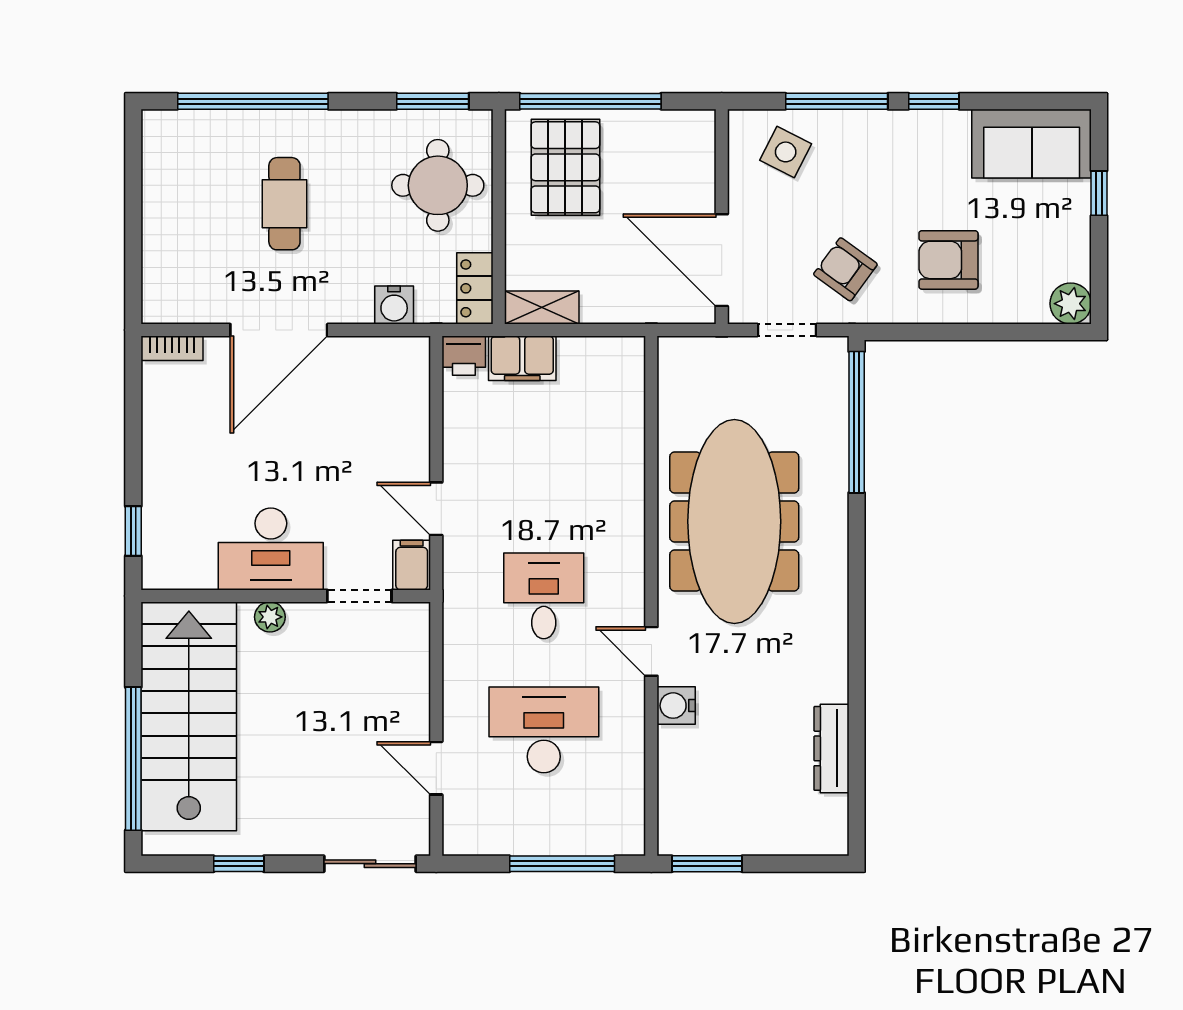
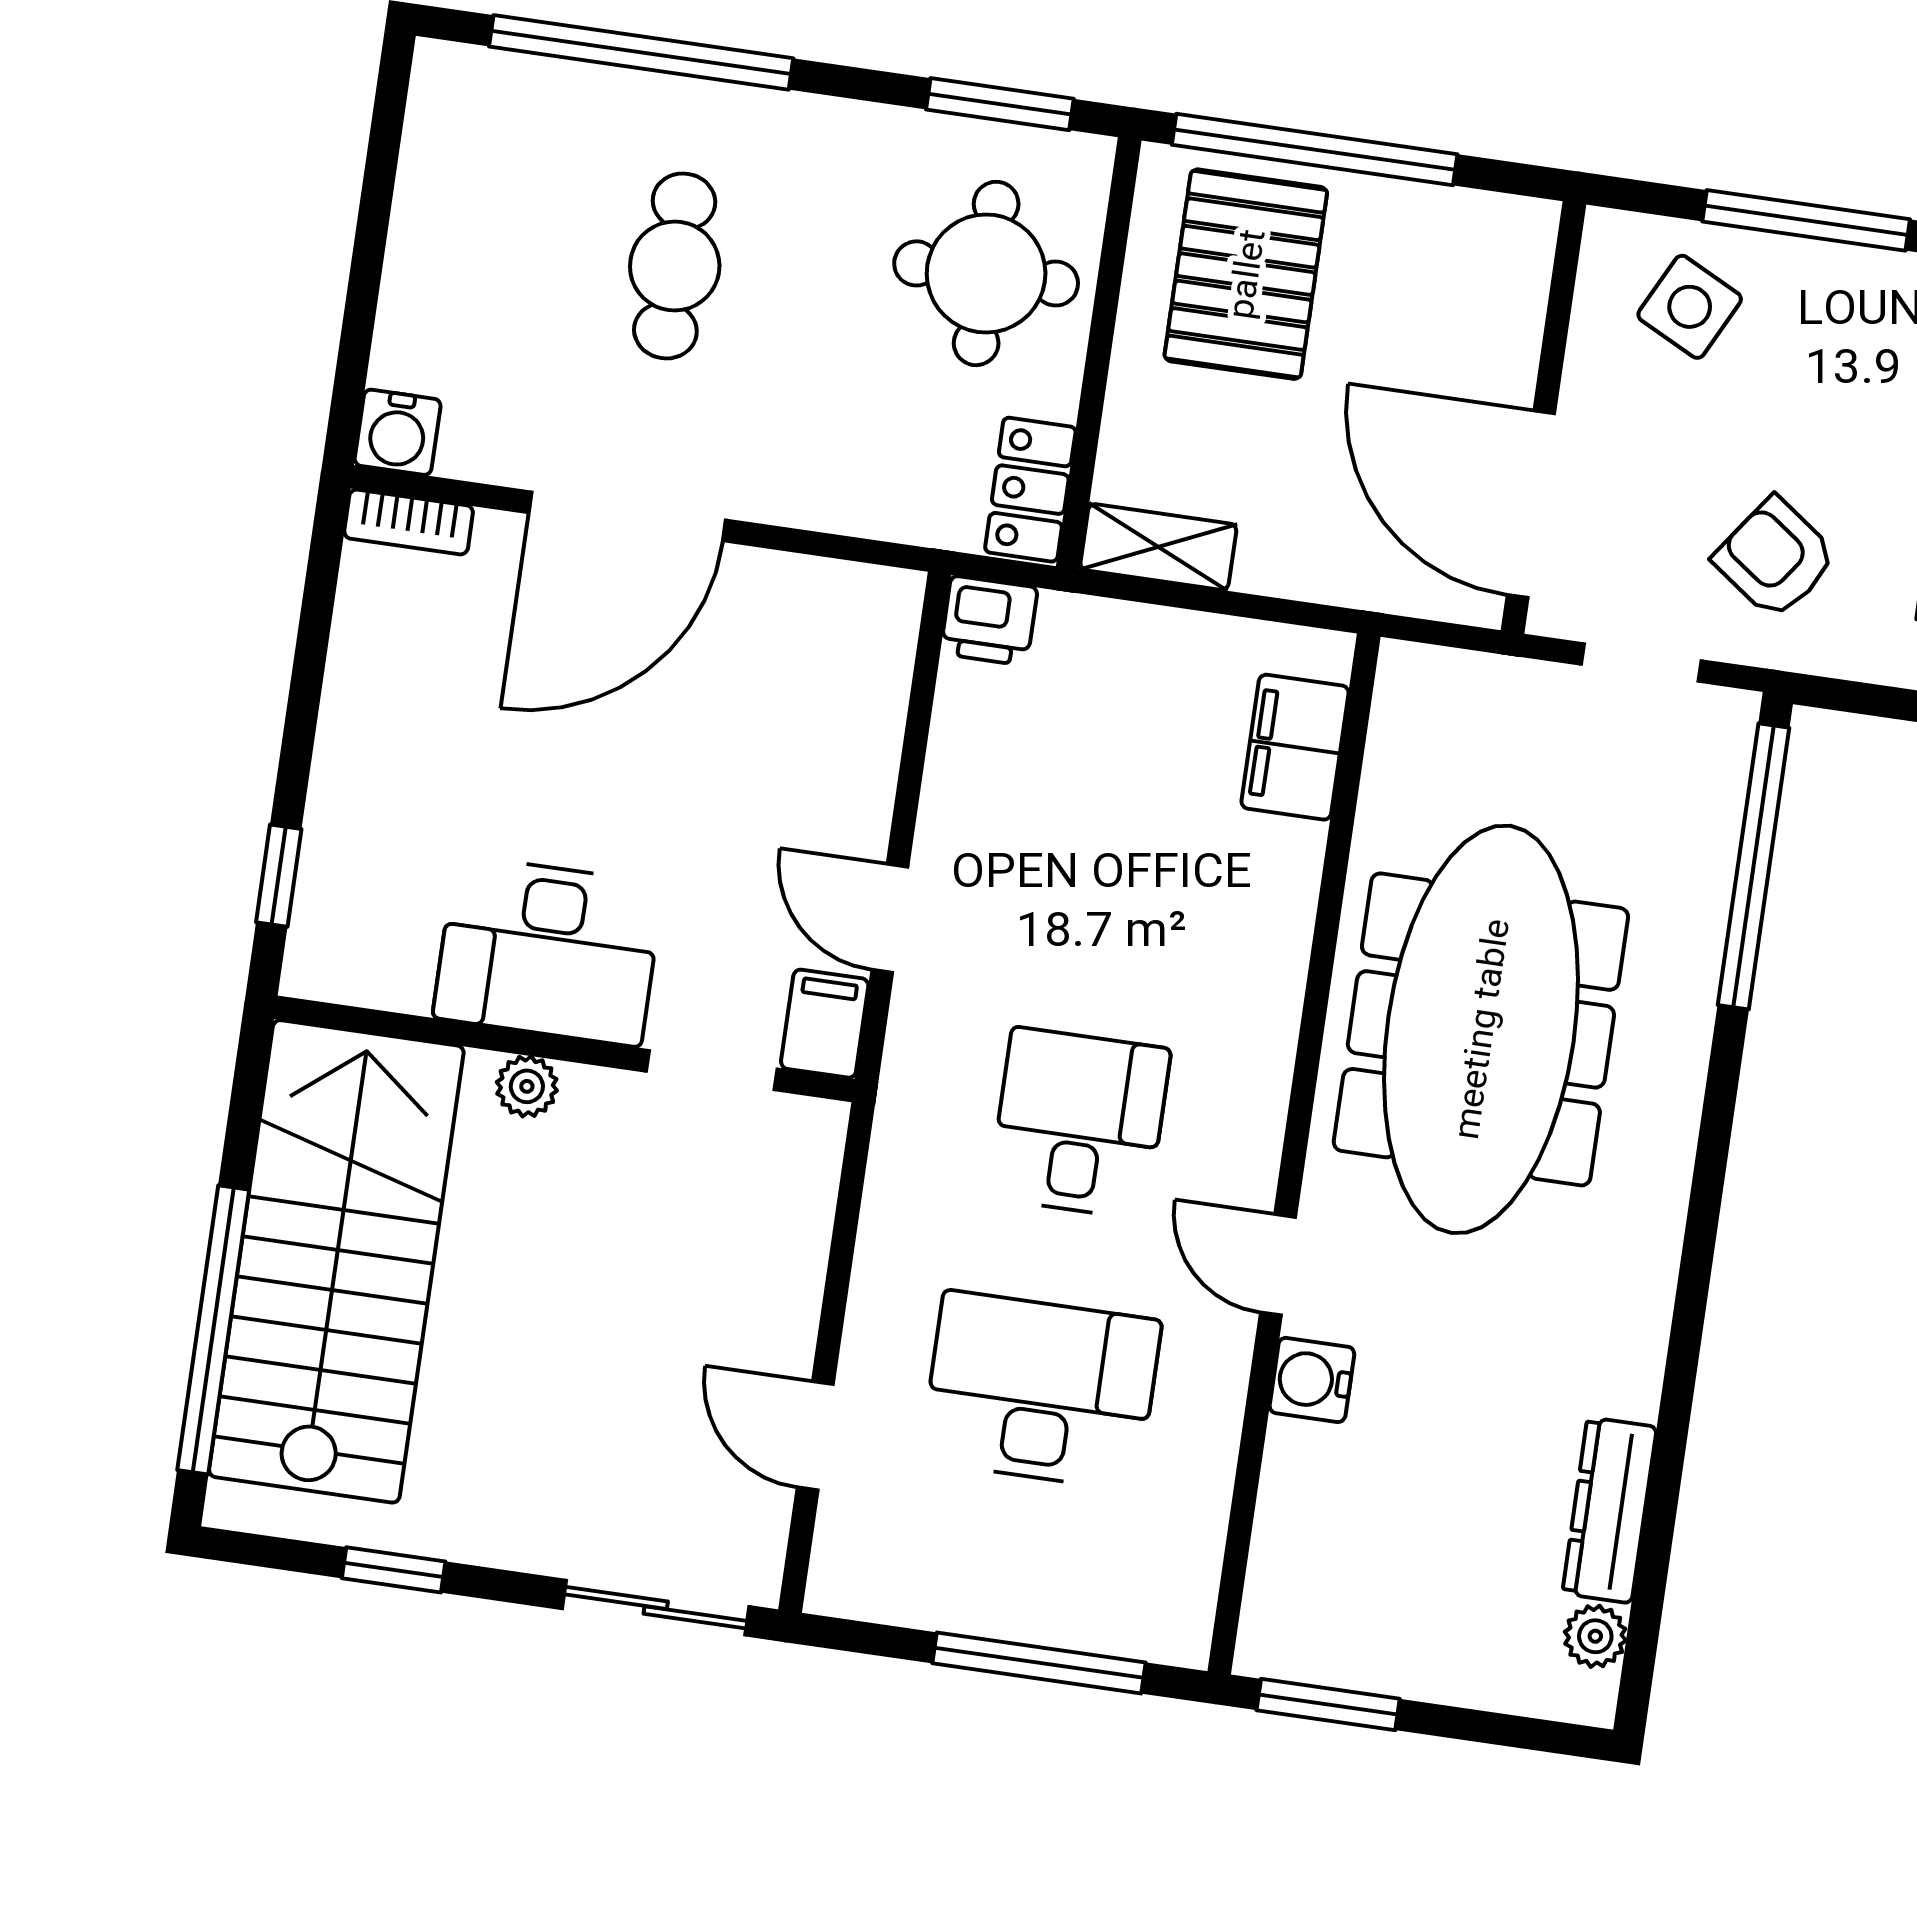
water cooler: (394, 305) -> (398, 432), moved
filing cabinet: (522, 358) -> (1295, 747), moved, turned 90
plant: (833, 811) -> (1595, 1636), added

